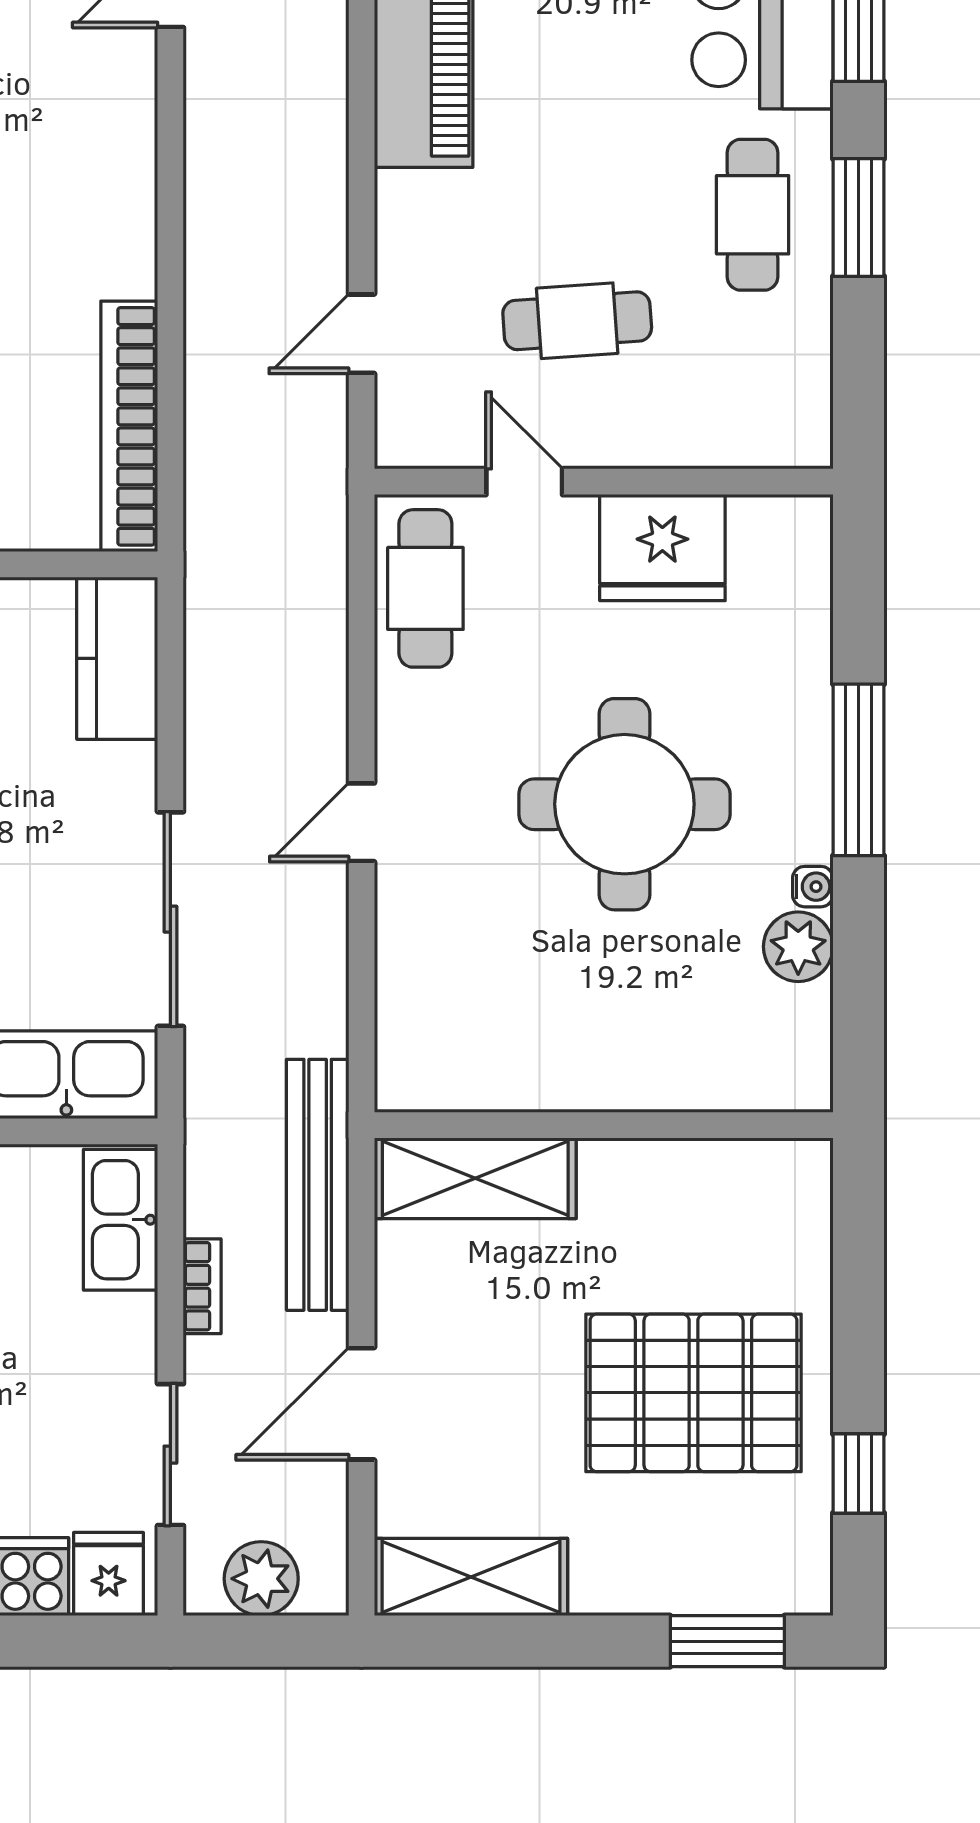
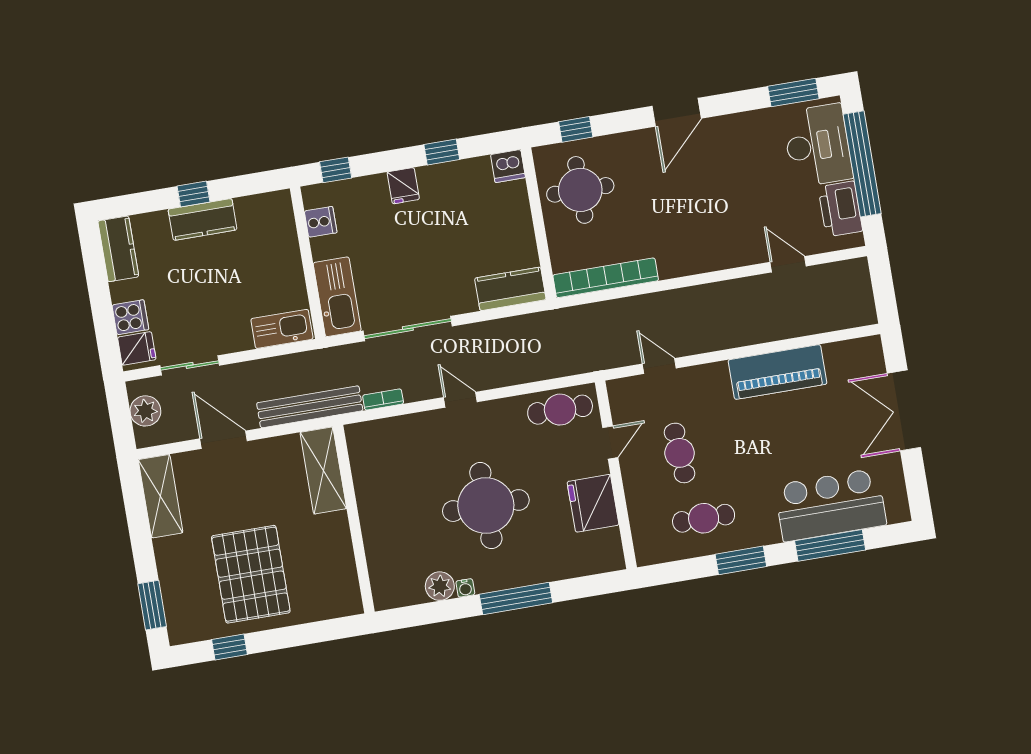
cafe table: (753, 215) -> (704, 518), moved
bookcase: (202, 1286) -> (383, 399), moved, turned 180

